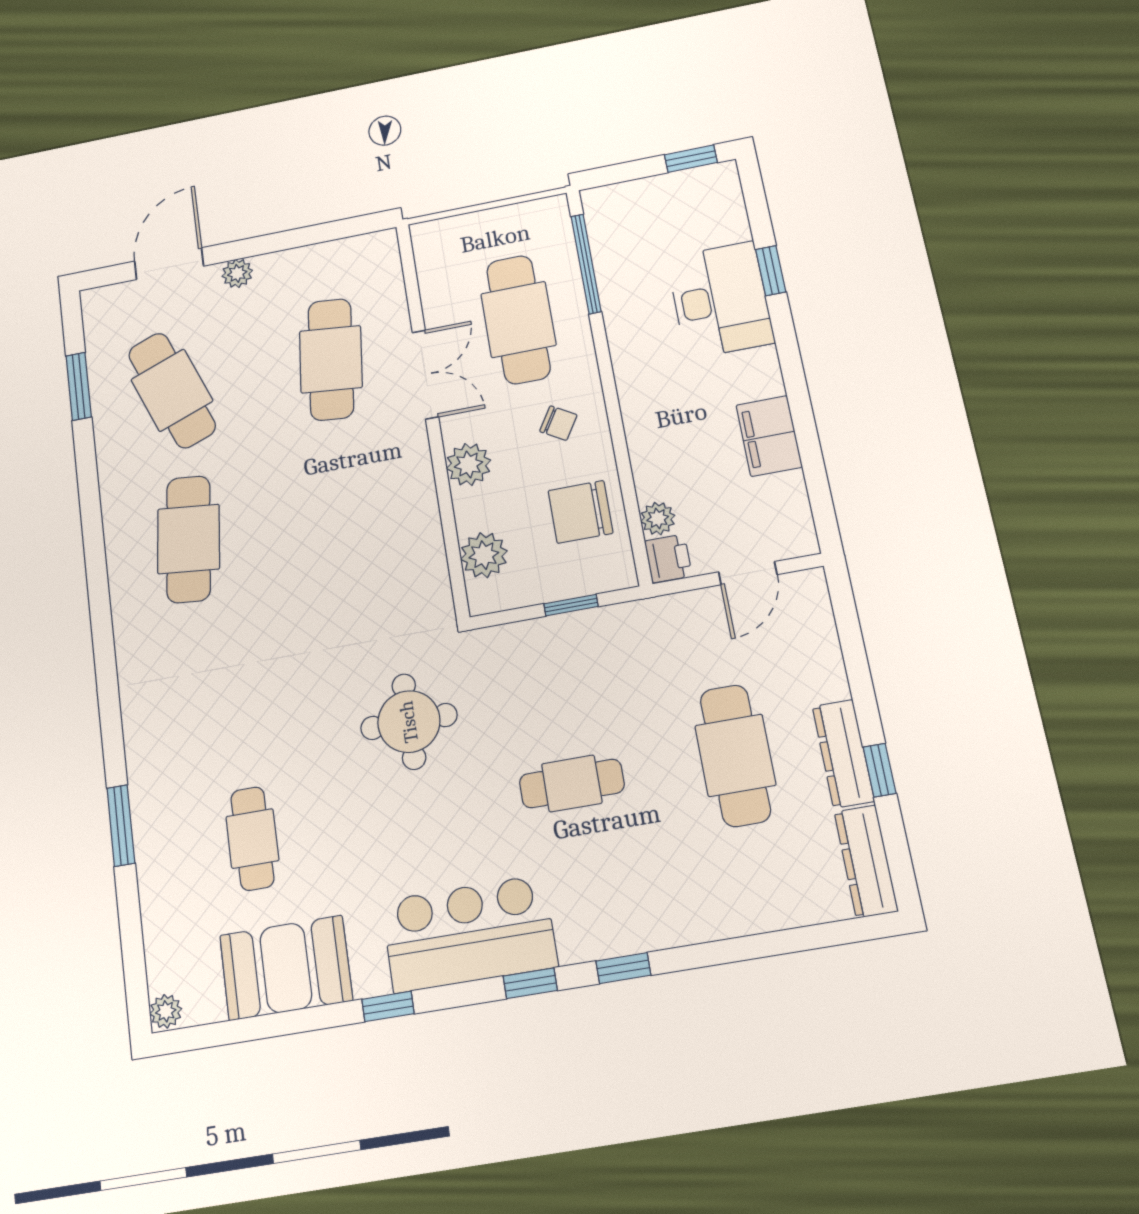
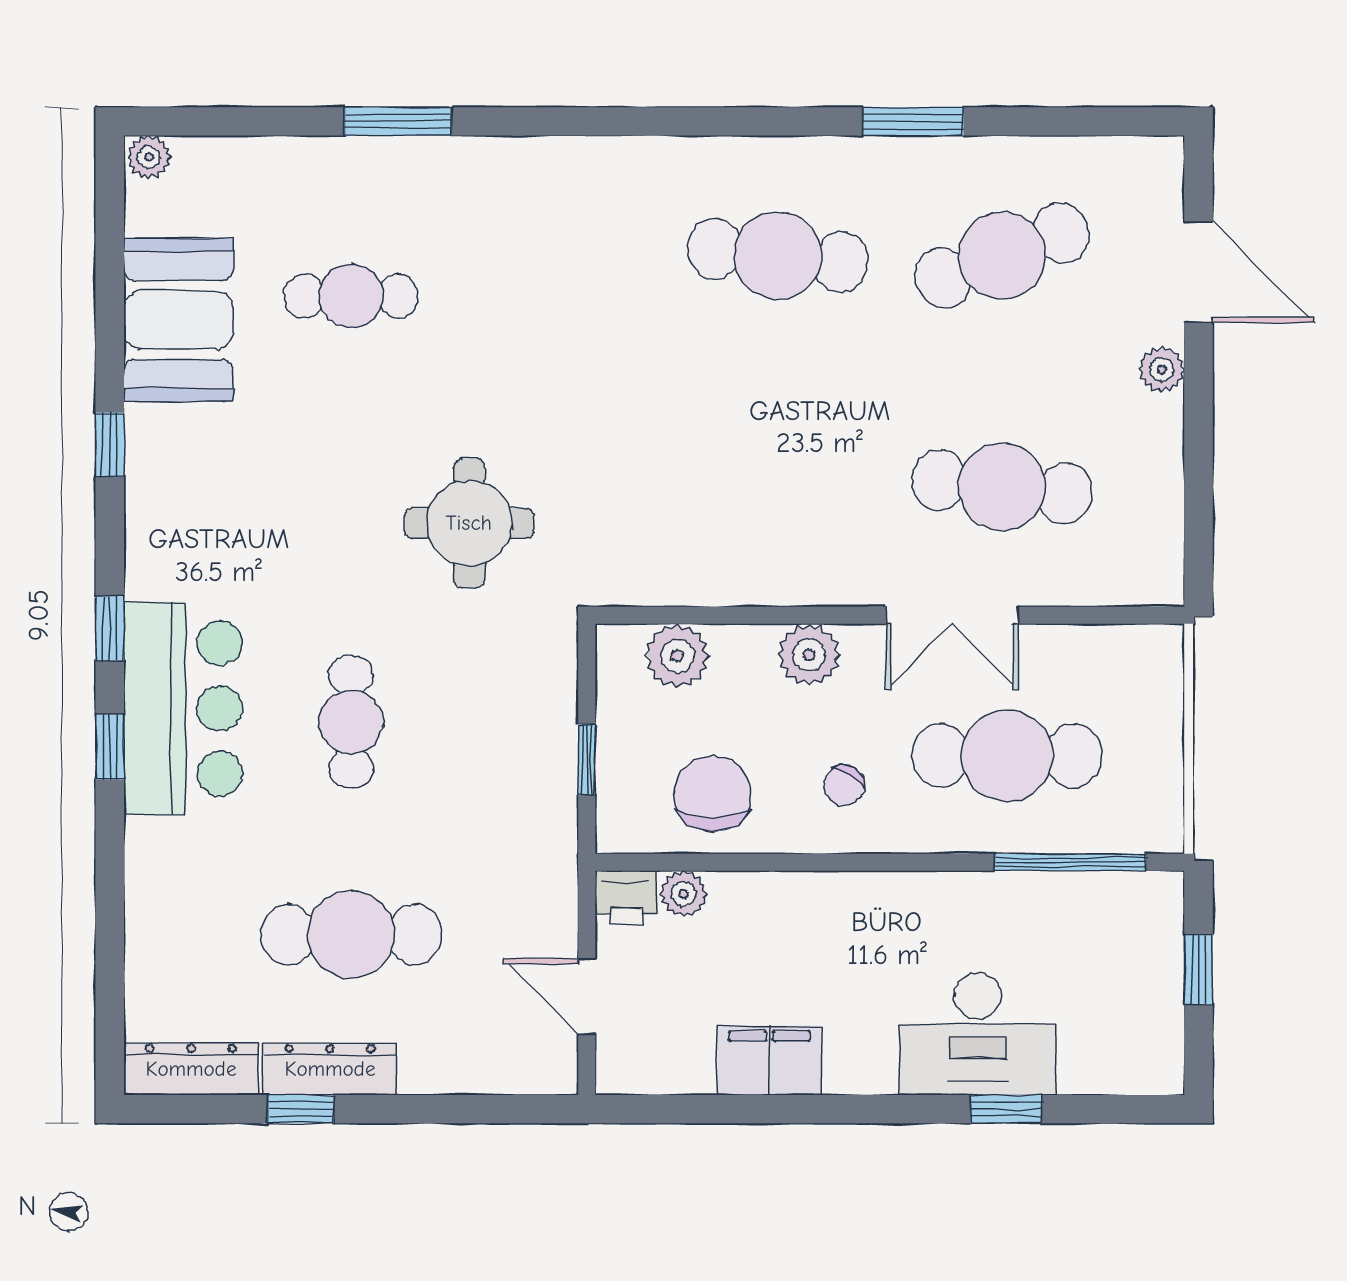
window: (691, 159) -> (1199, 970), moved
window: (79, 386) -> (913, 121), moved
bar counter: (469, 934) -> (183, 708), moved

